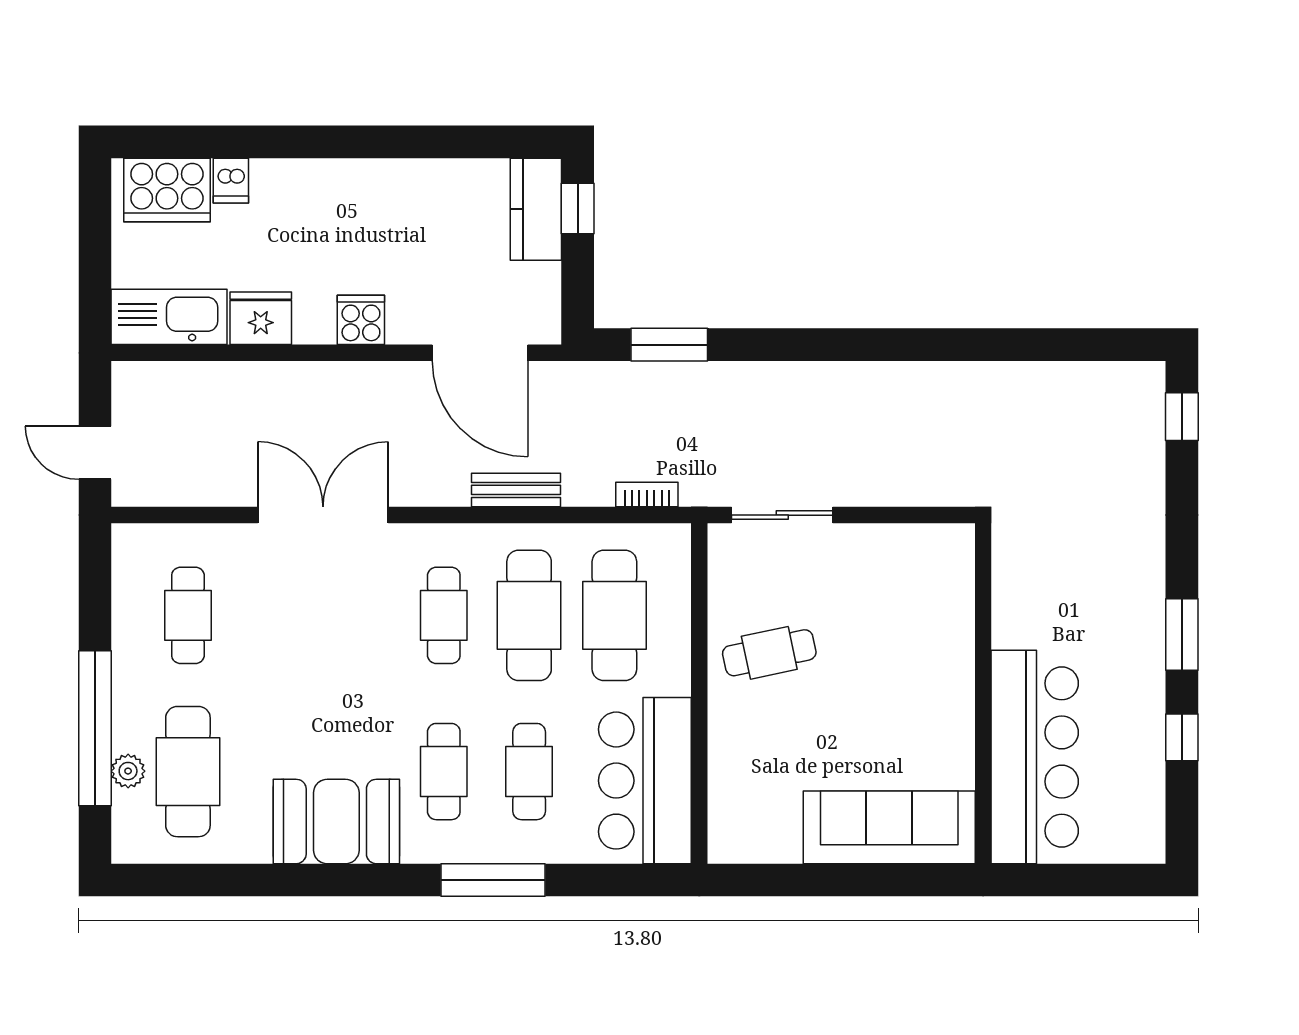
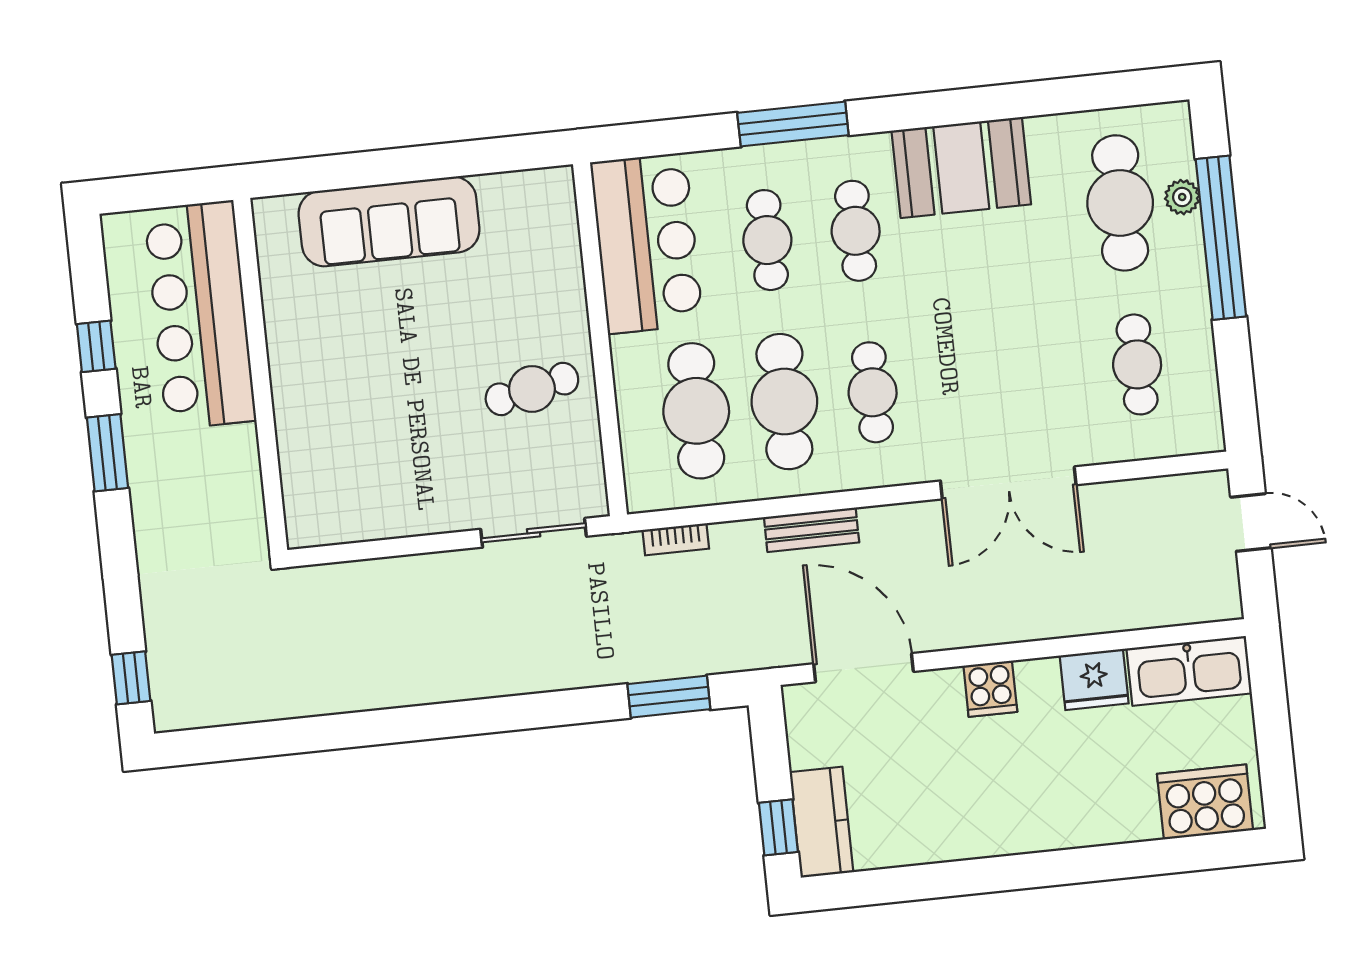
dishwasher: (231, 181) -> (1140, 819), removed
wall: (983, 693) -> (260, 375), moved
bar counter: (1035, 757) -> (200, 315), moved

